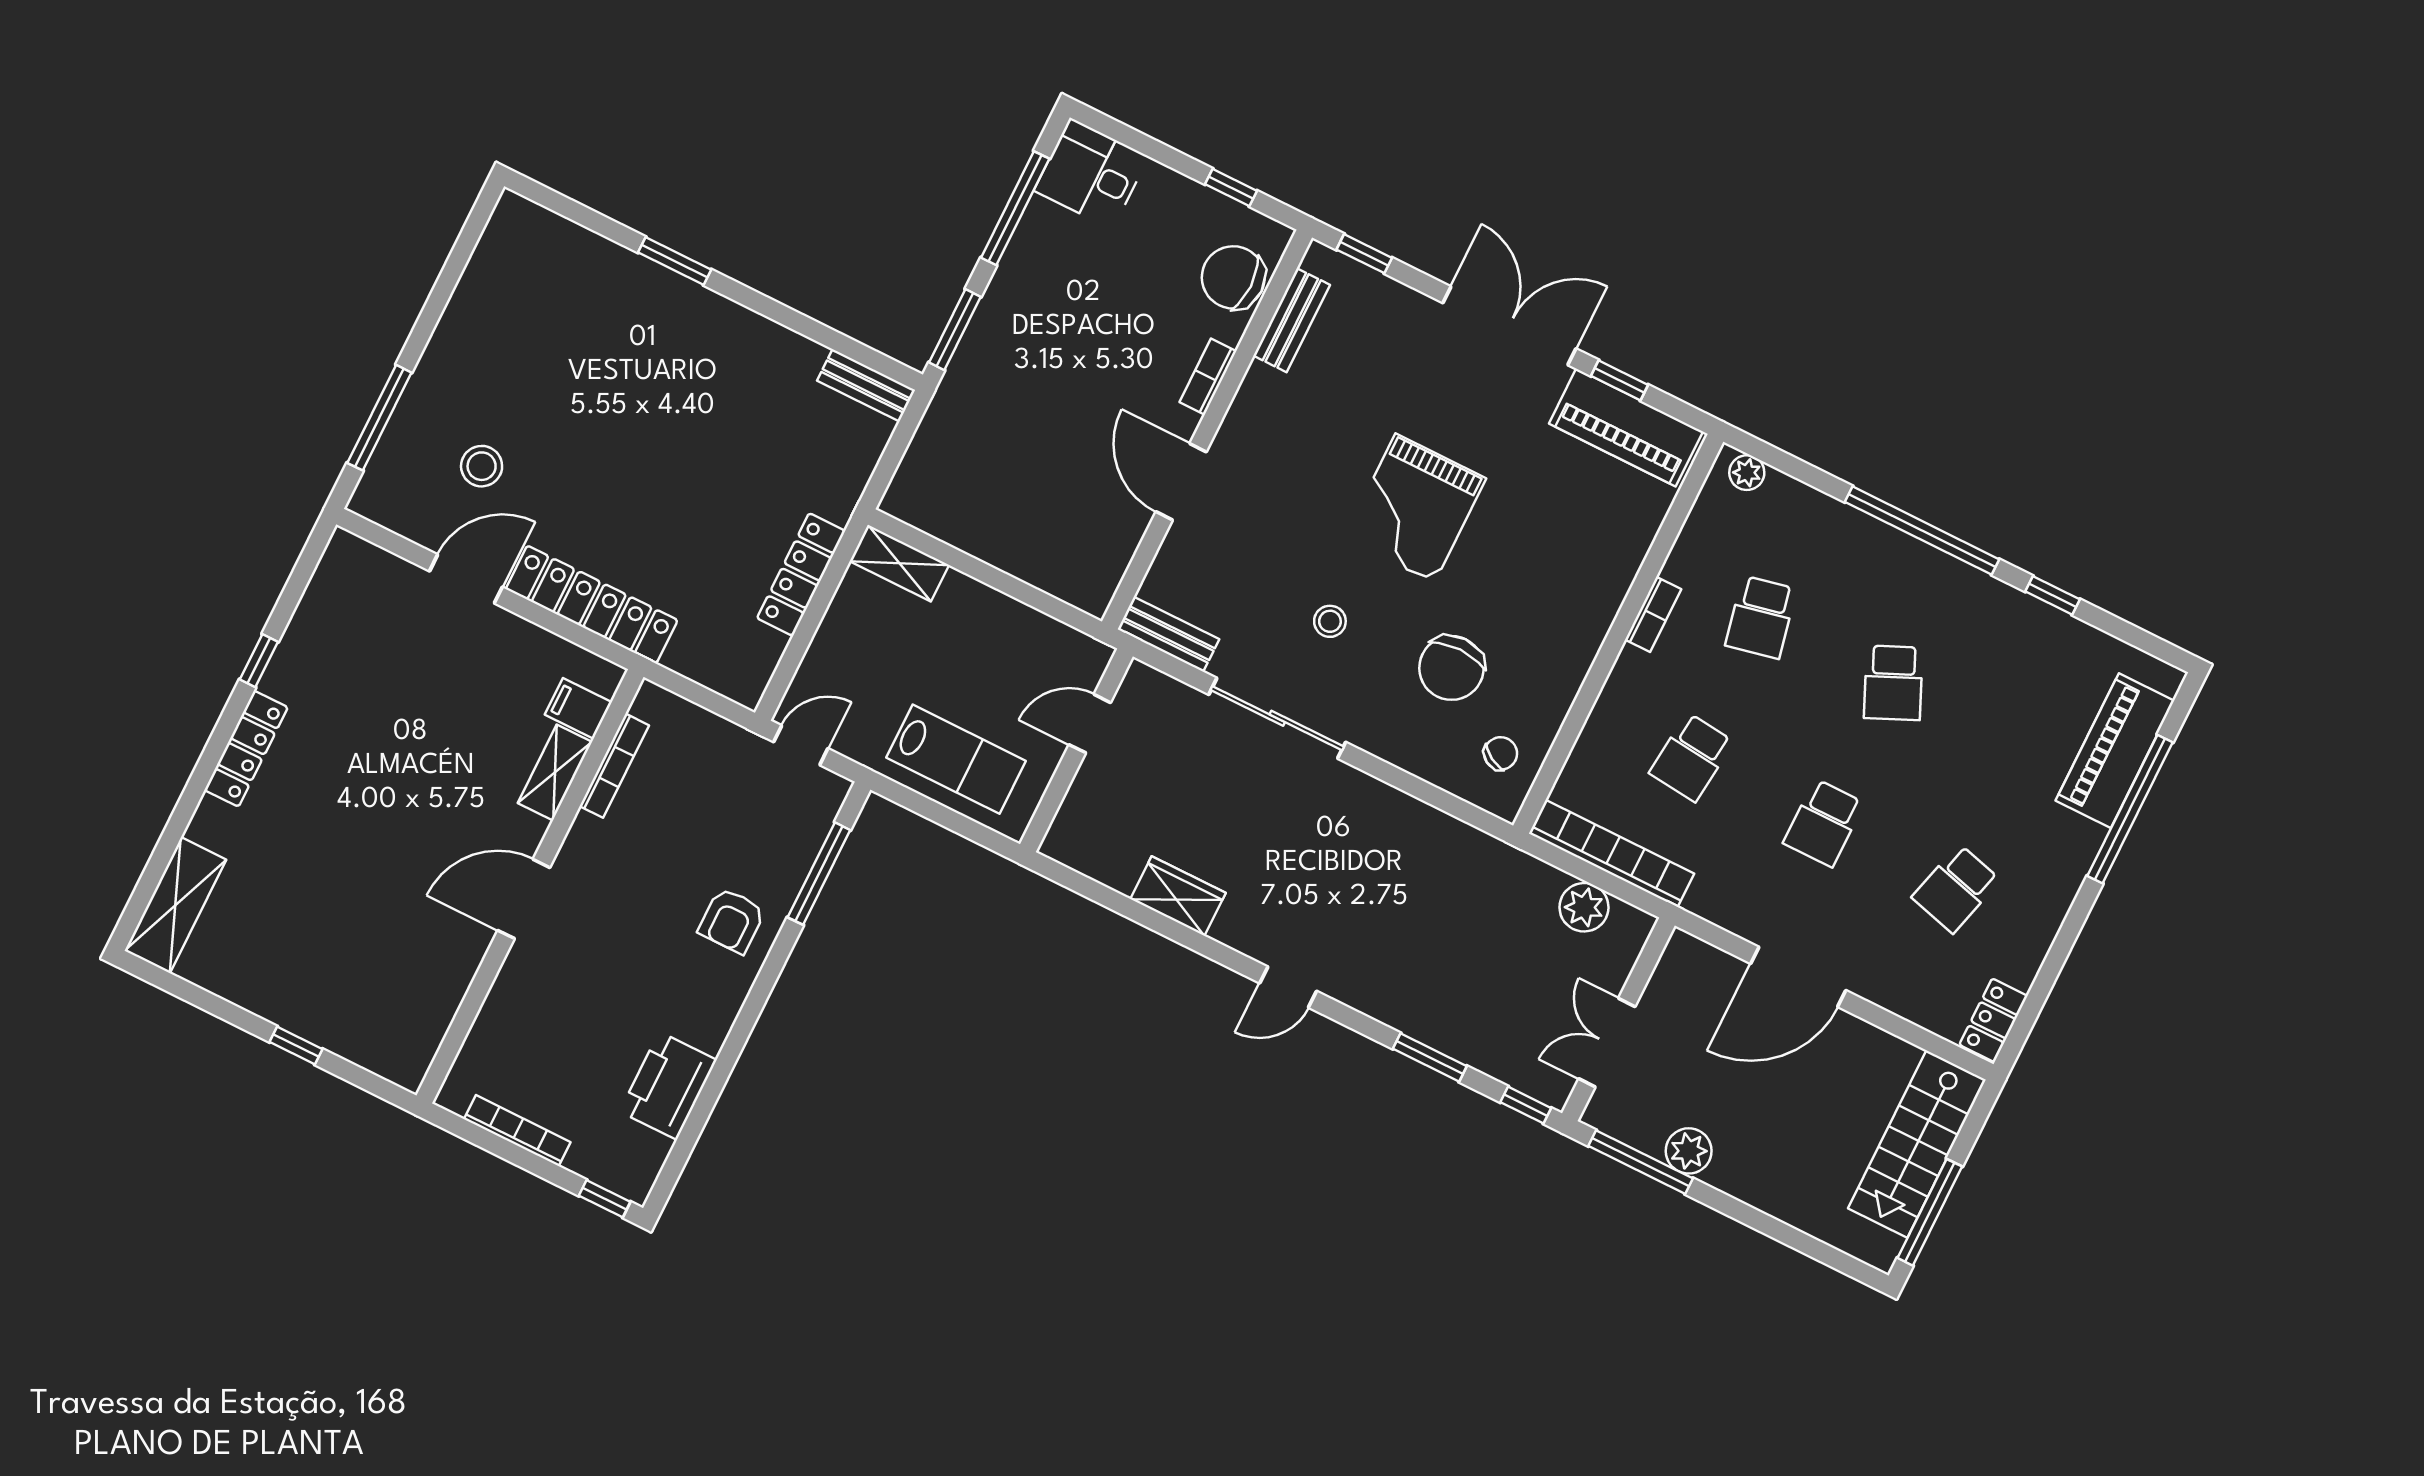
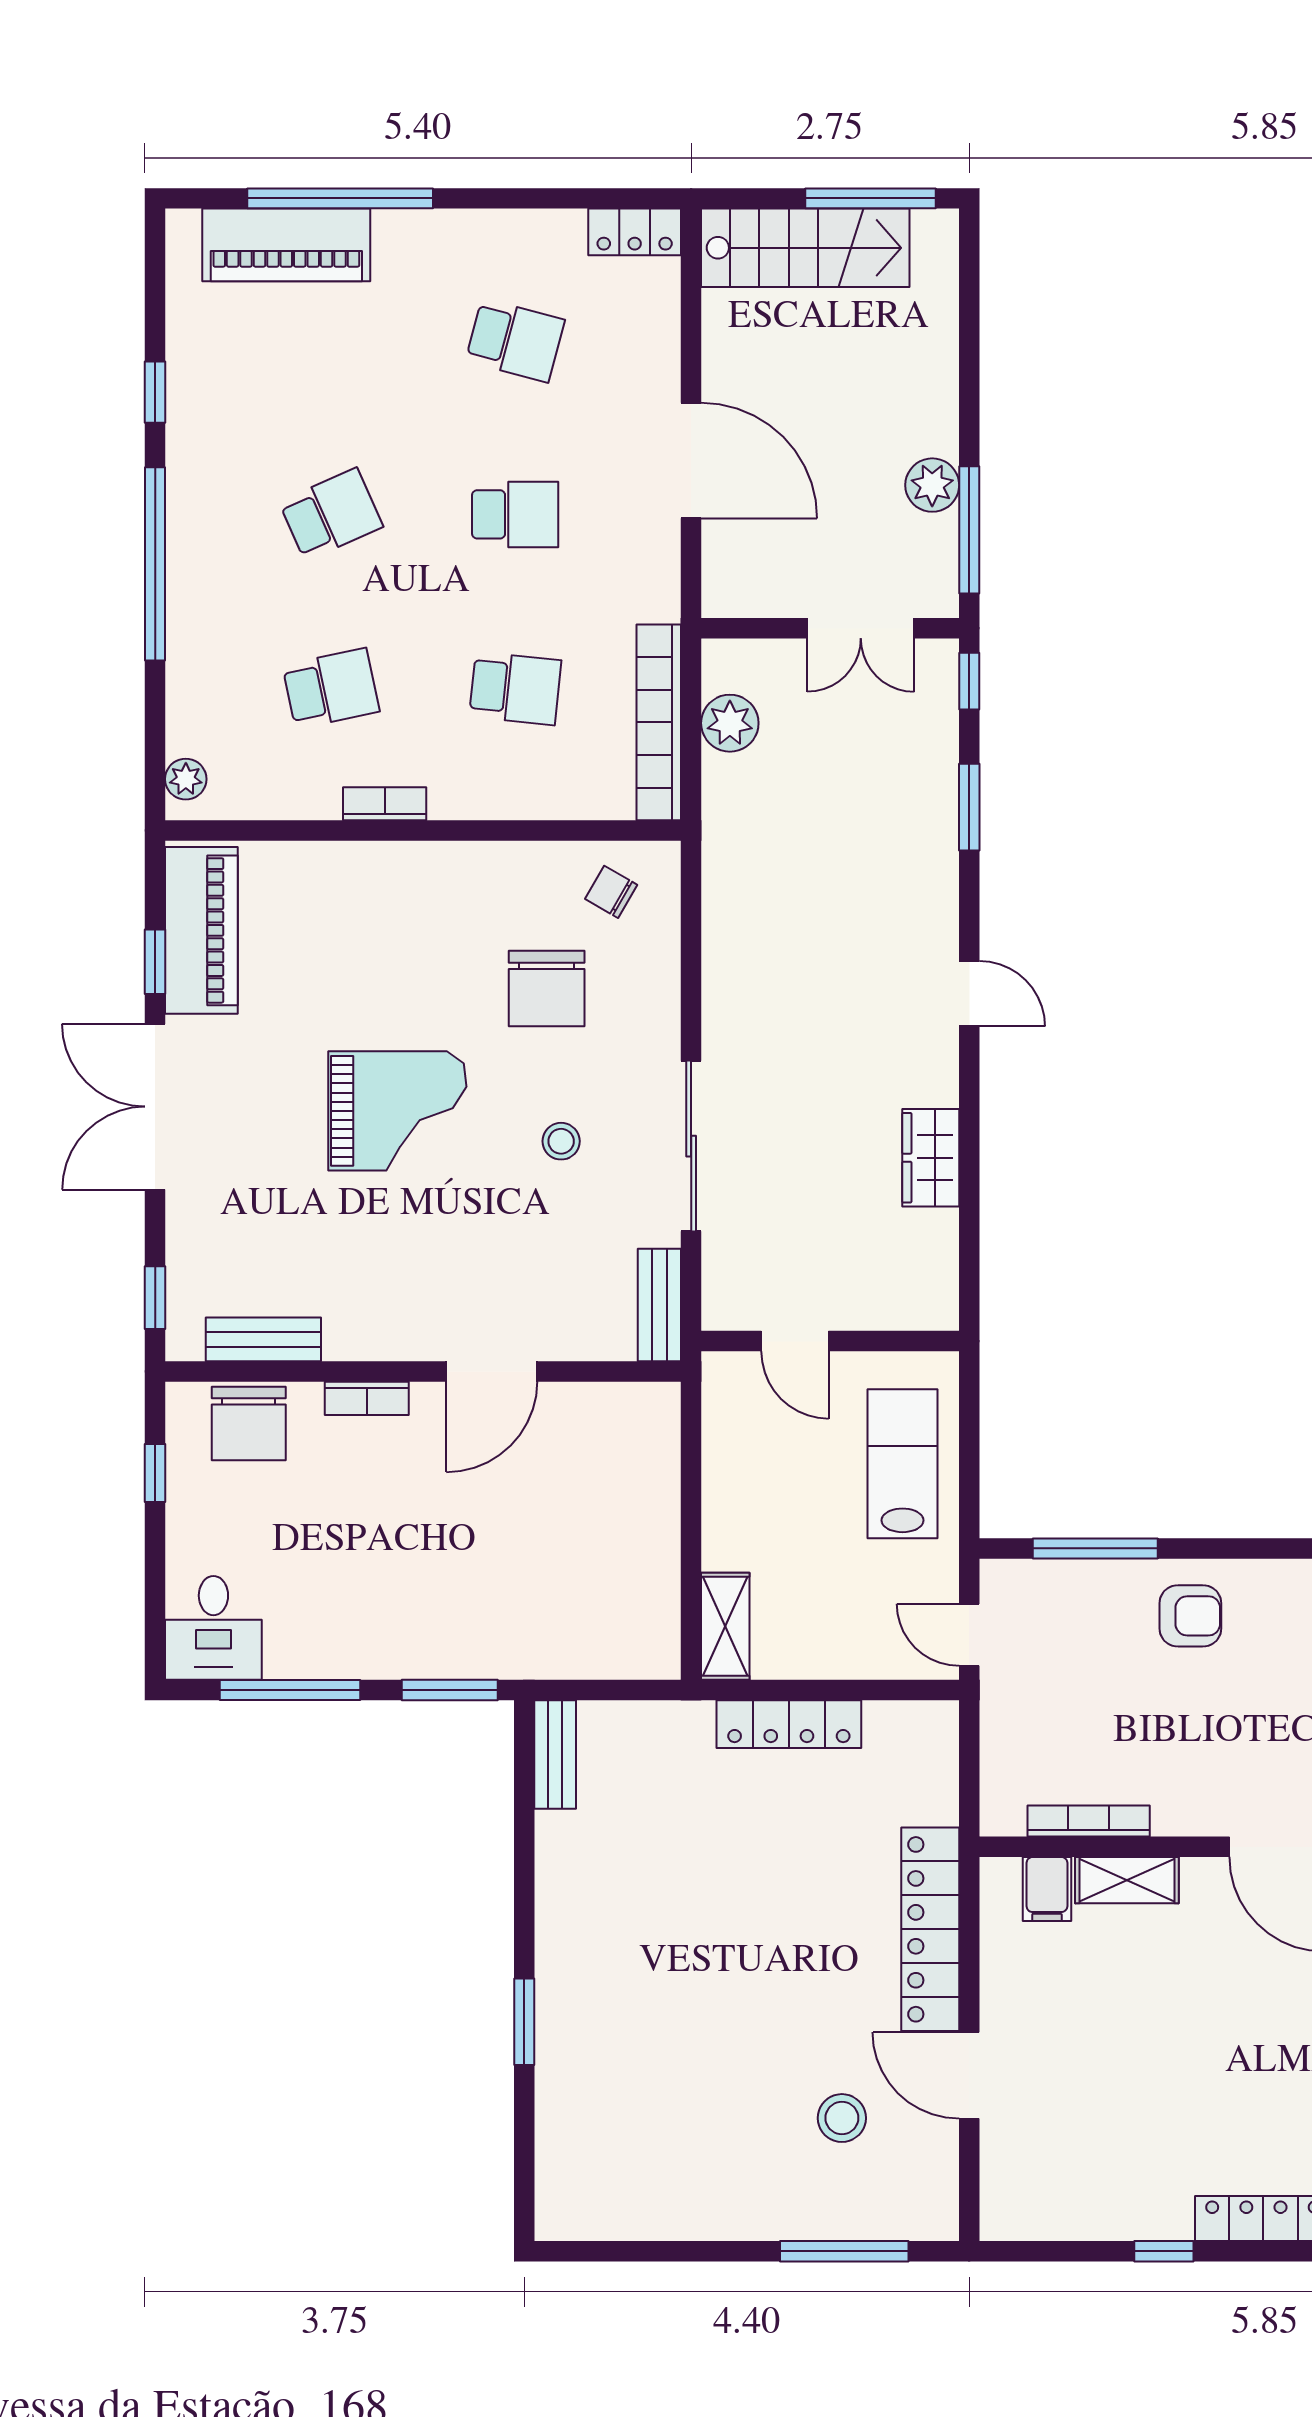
chair: (1451, 668) -> (547, 989), turned 90

